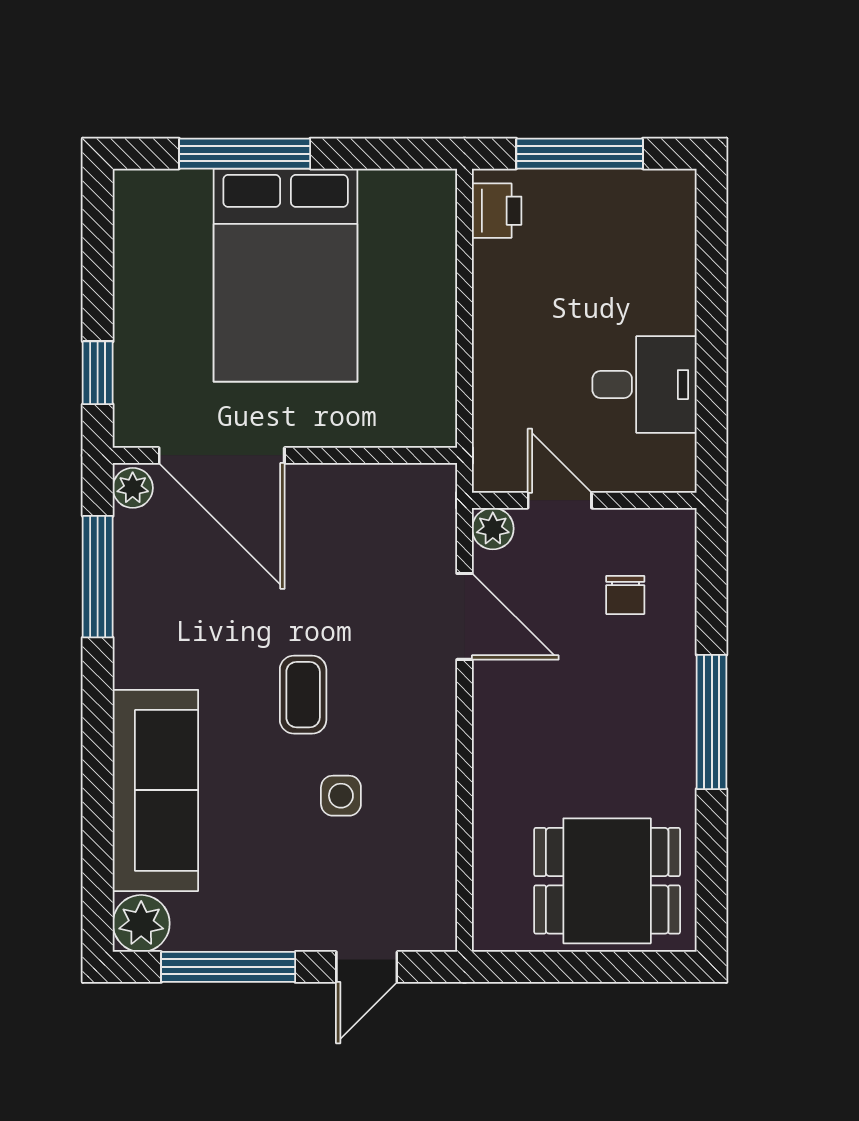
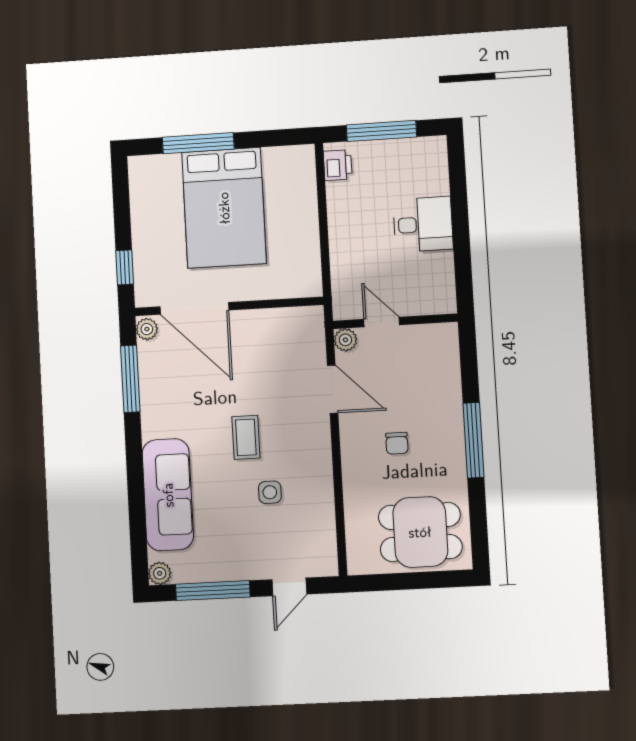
desk: (644, 385) -> (423, 224), moved
chair: (625, 595) -> (397, 443), moved
plant: (141, 923) -> (160, 573), width x0.73, depth x0.73

